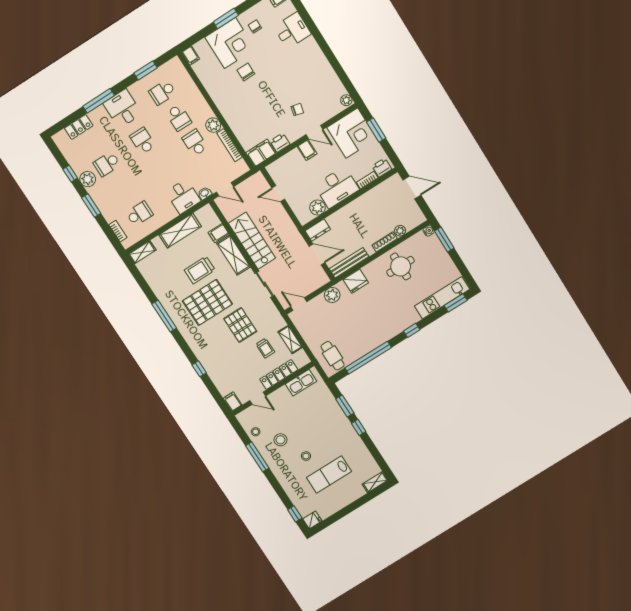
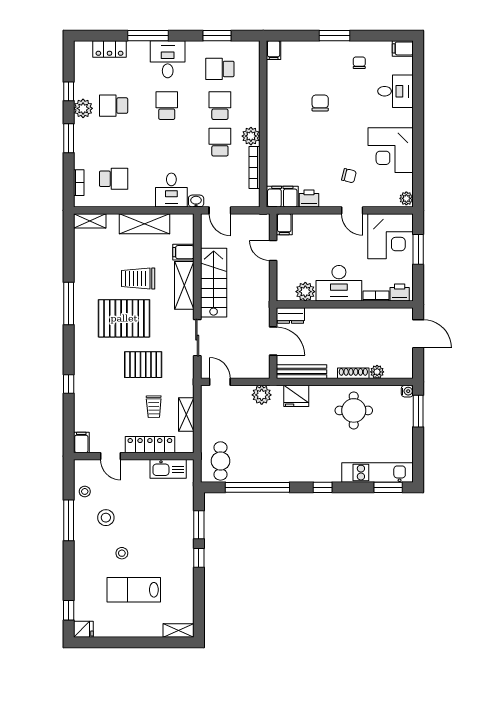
corner desk: (230, 43) -> (391, 150), moved, turned 90
school desk: (179, 118) -> (220, 106), turned 180
filing cabinet: (307, 150) -> (284, 224), moved
pallet: (240, 325) -> (143, 365), turned 90

